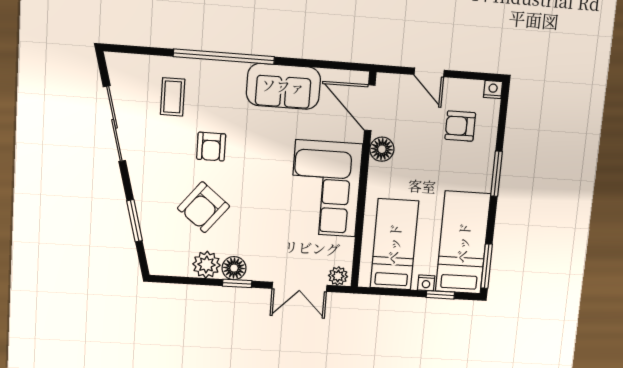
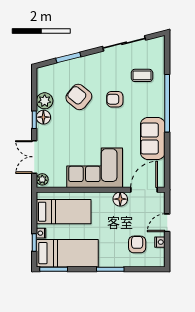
nightstand: (493, 90) -> (160, 242), moved

